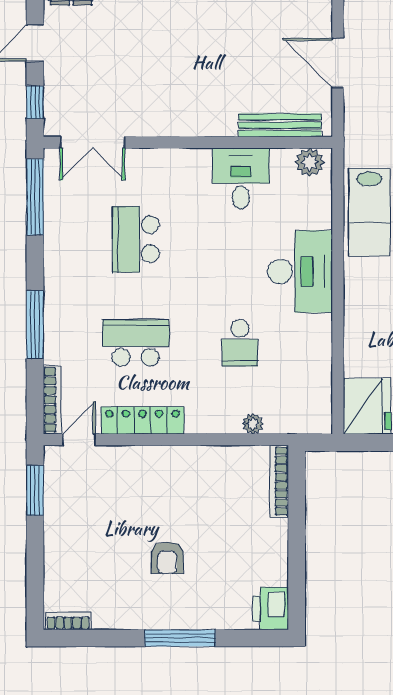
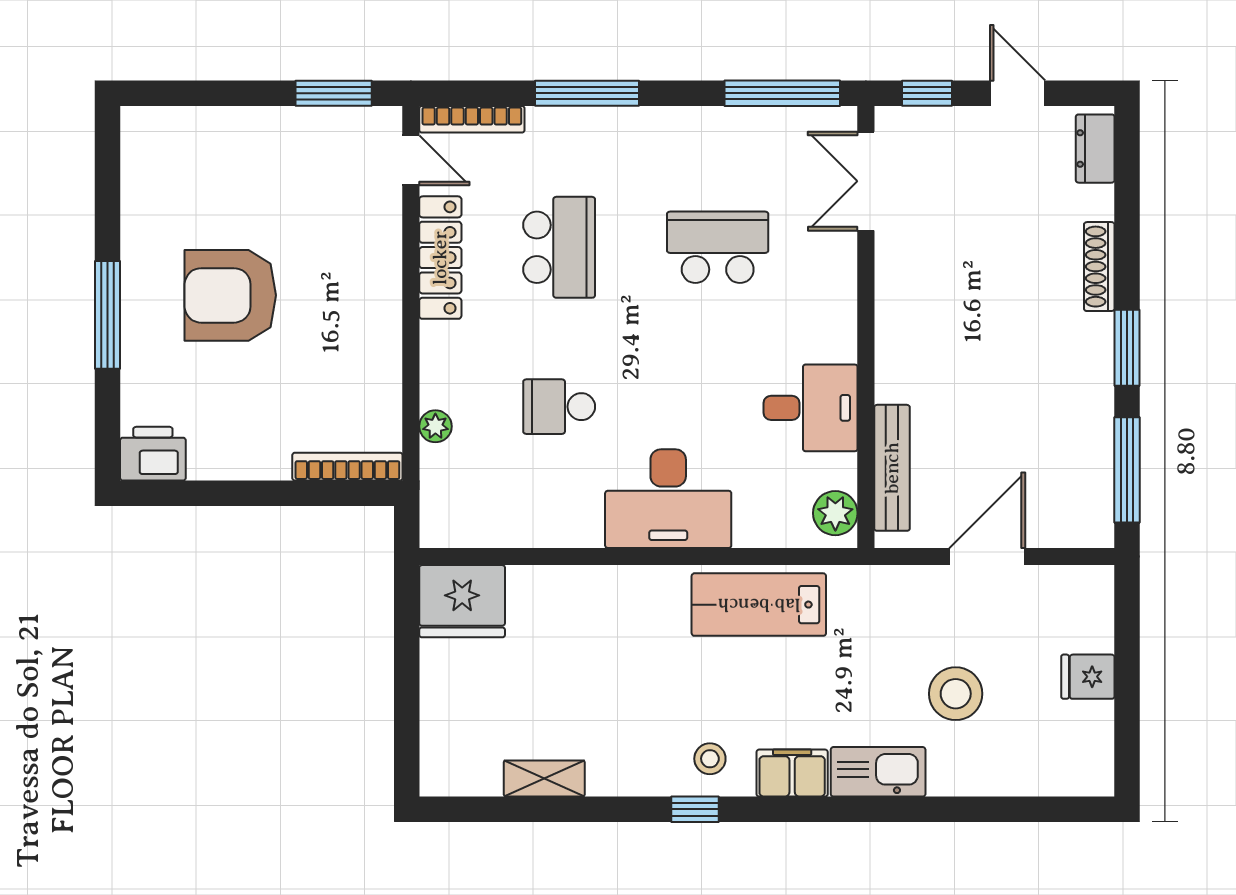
armchair: (167, 558) -> (230, 295), width x1.88, depth x1.88
bookcase: (68, 621) -> (134, 144), removed

